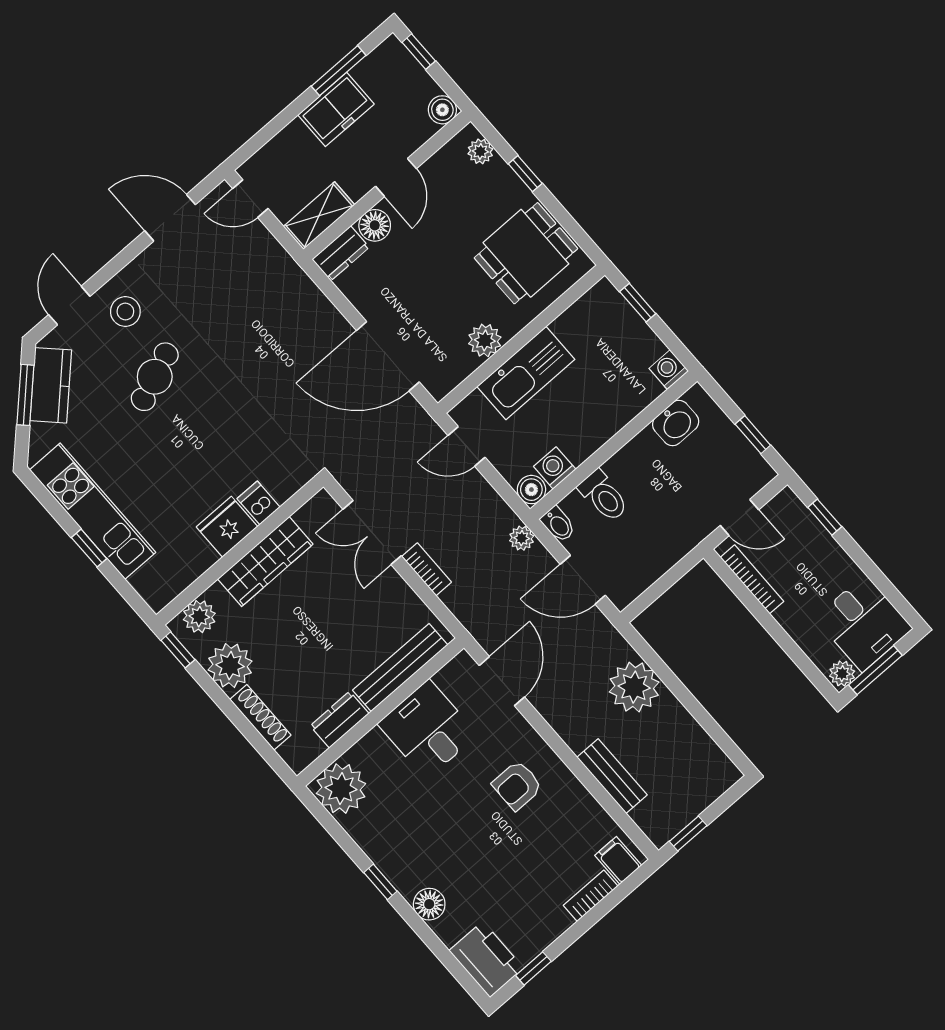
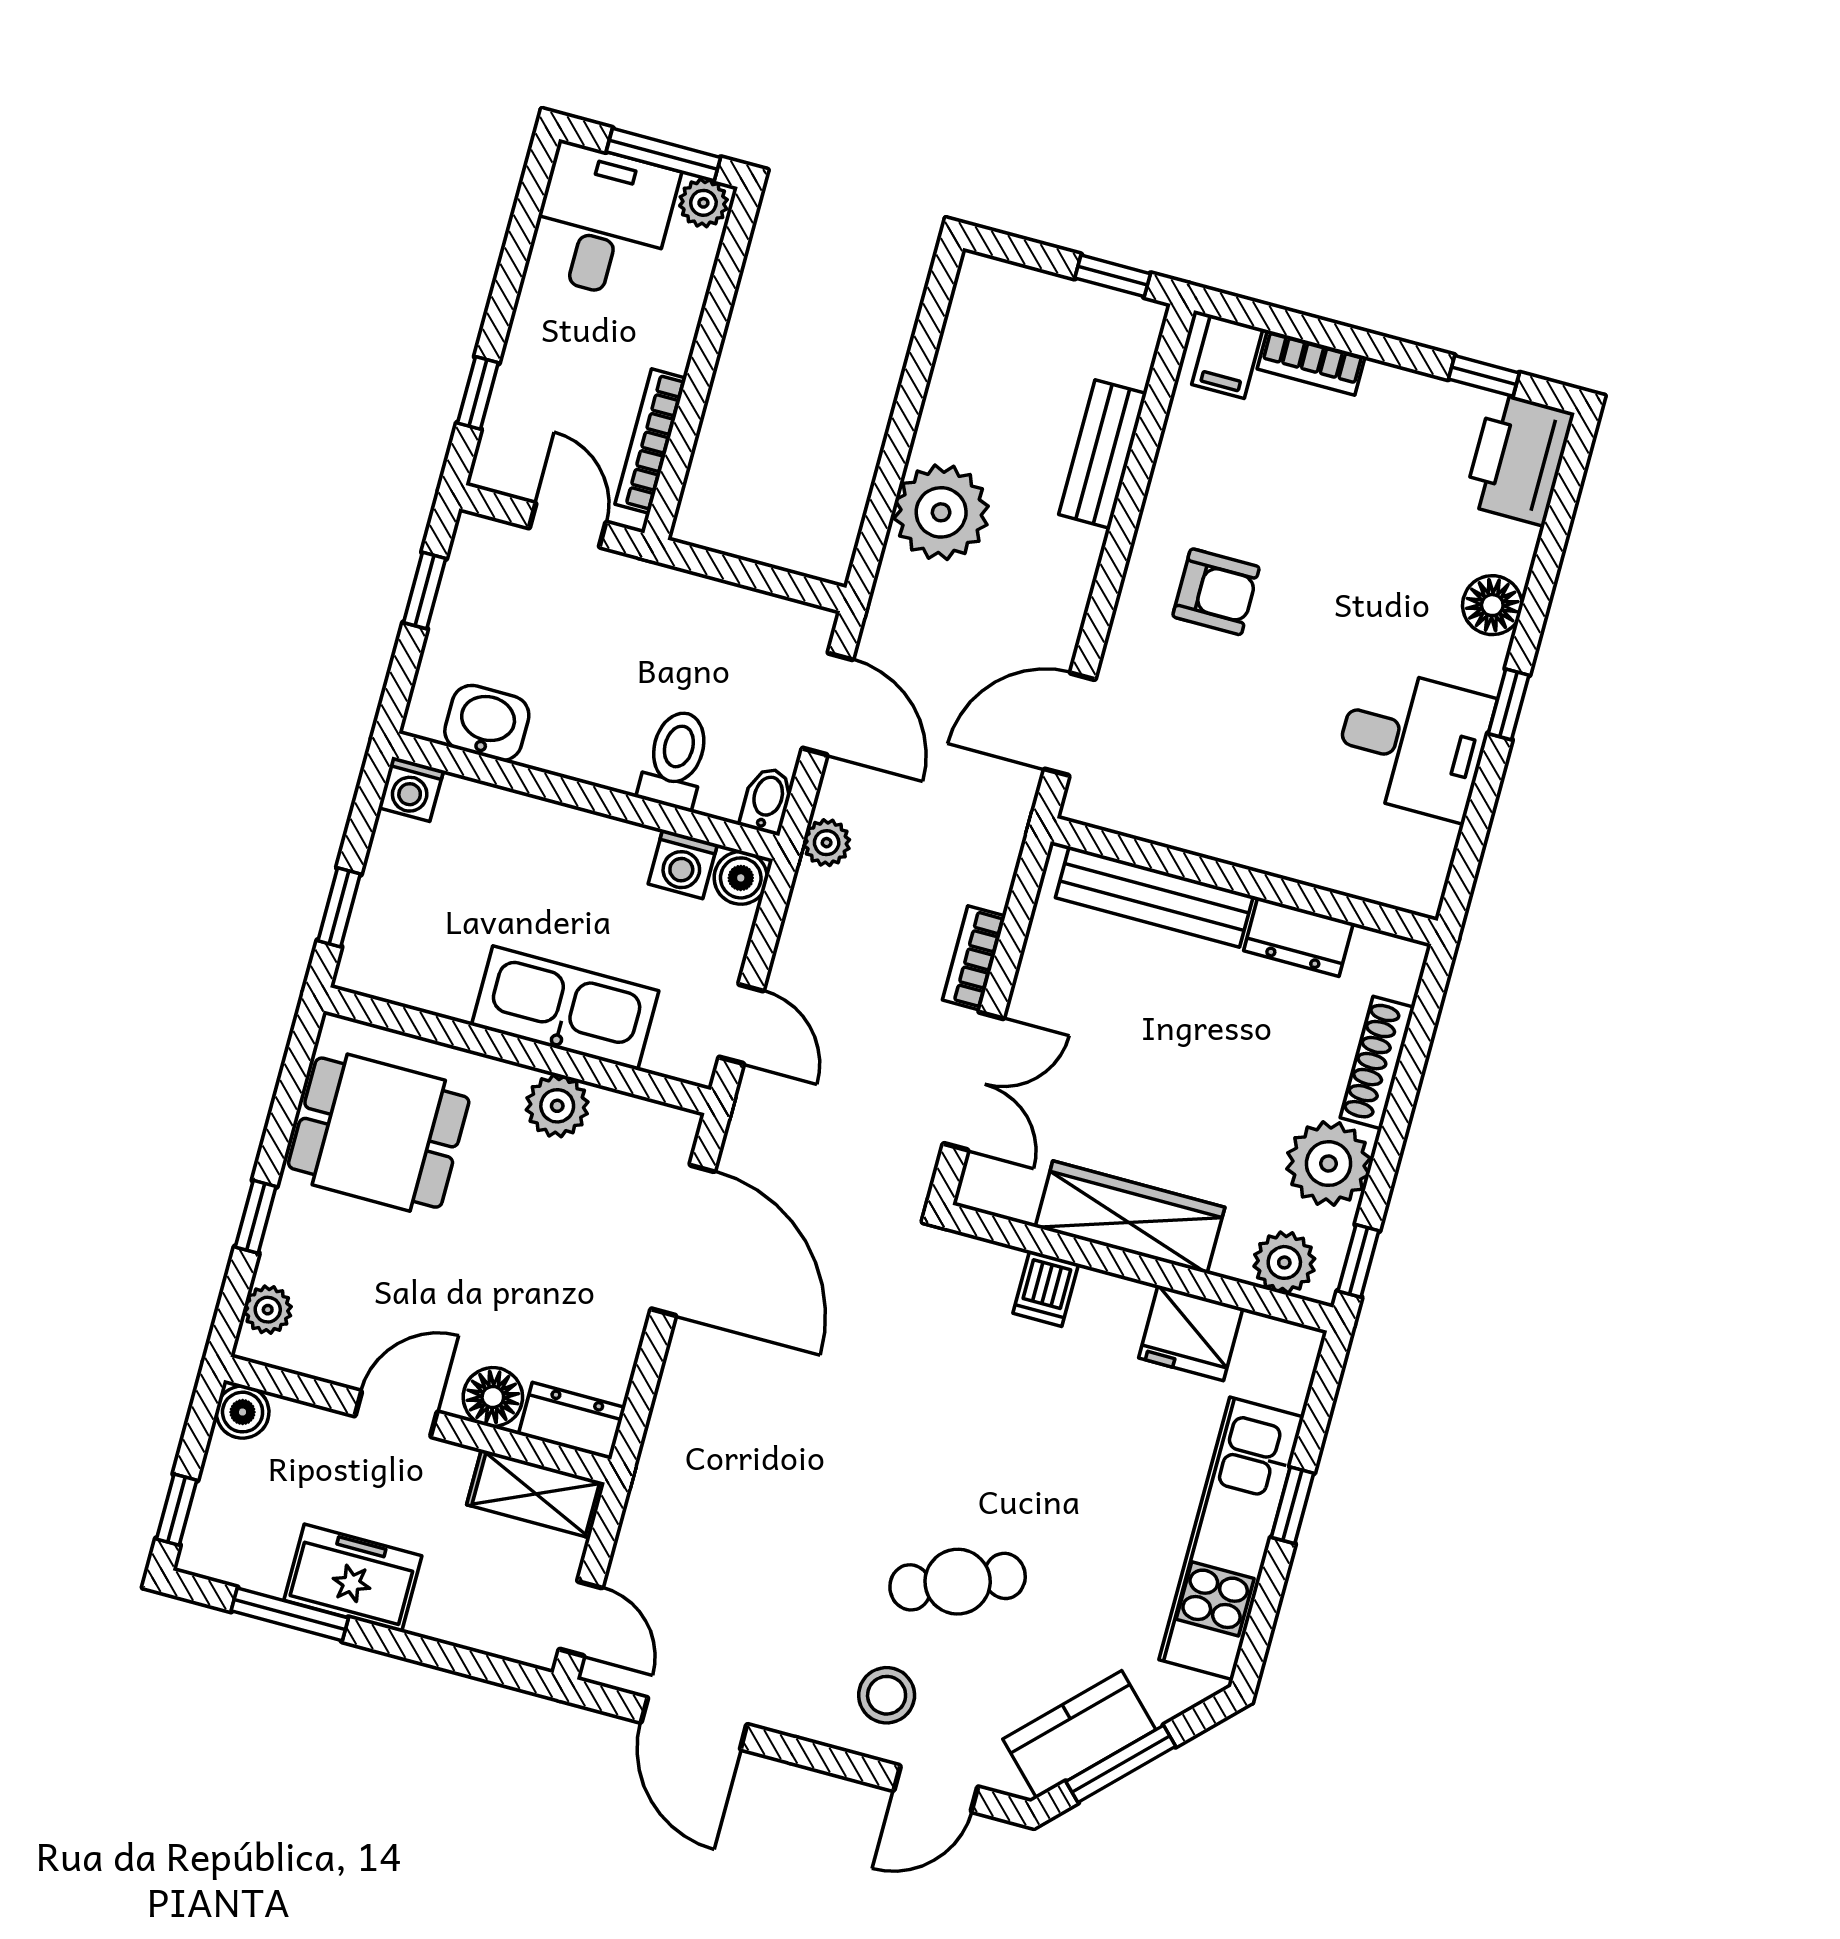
fridge: (227, 527) -> (1191, 1333), moved
desk: (428, 729) -> (1413, 743), moved, turned -90
plant: (341, 789) -> (1404, 863), removed

